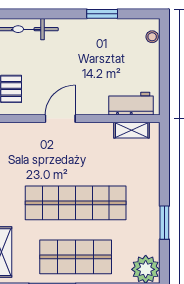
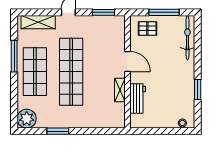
workbench: (131, 104) -> (138, 98), moved
shelving: (132, 130) -> (120, 90), moved

